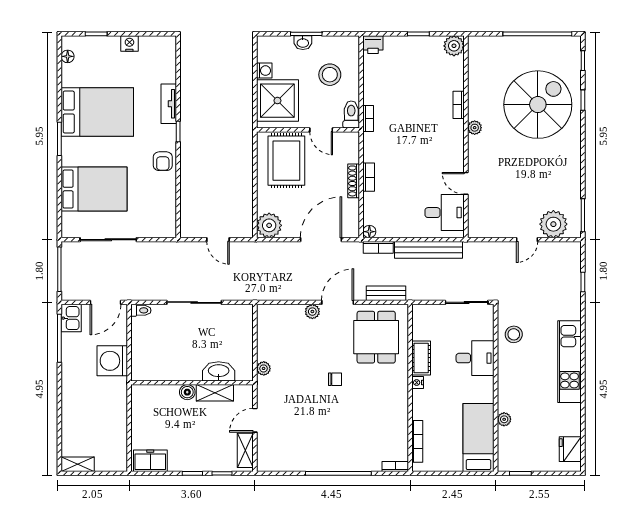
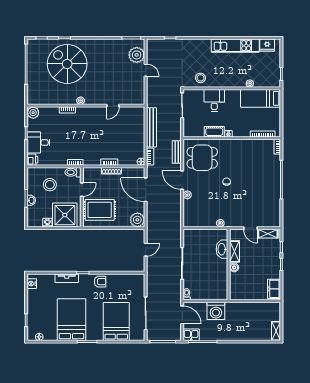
nightstand: (129, 44) -> (32, 284), moved
desk: (445, 213) -> (38, 143), moved, turned -90
kitchen unit: (570, 362) -> (235, 46), moved

